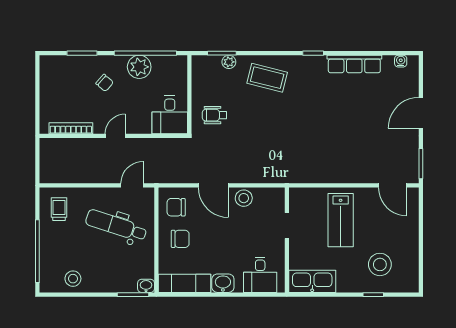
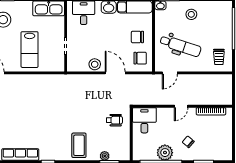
coffee table: (267, 78) -> (79, 145), turned 76
lab bench: (341, 220) -> (30, 50), turned 180
stool: (73, 279) -> (191, 14), moved

